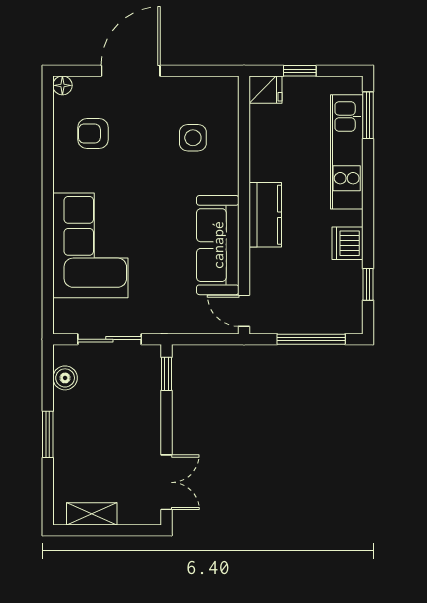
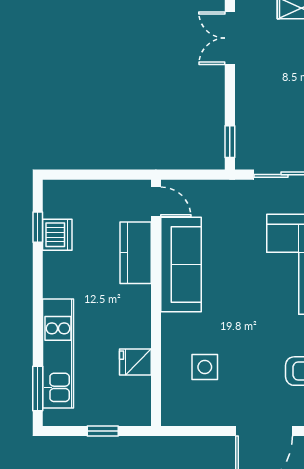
fridge: (266, 90) -> (135, 362), moved
kitchen counter: (265, 215) -> (136, 253), moved
dishwasher: (347, 243) -> (57, 235), moved
window: (311, 339) -> (92, 175), removed

